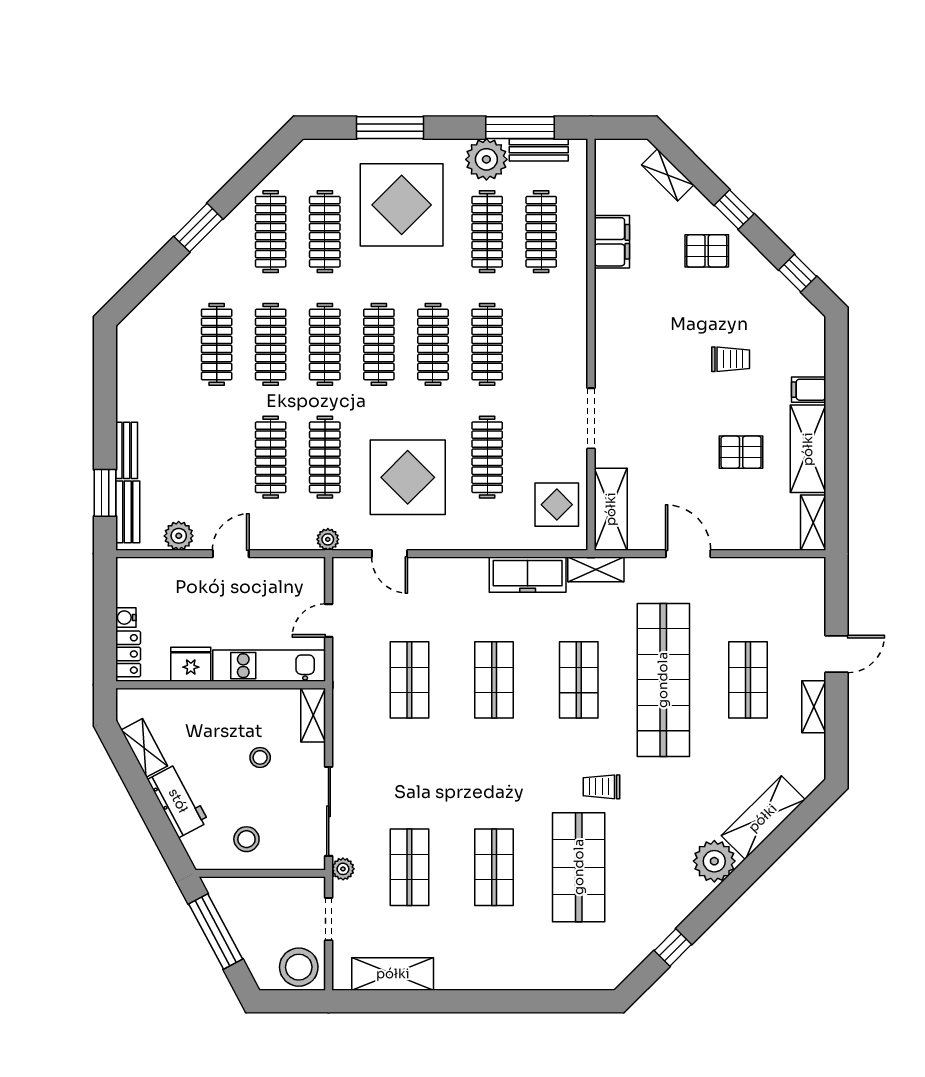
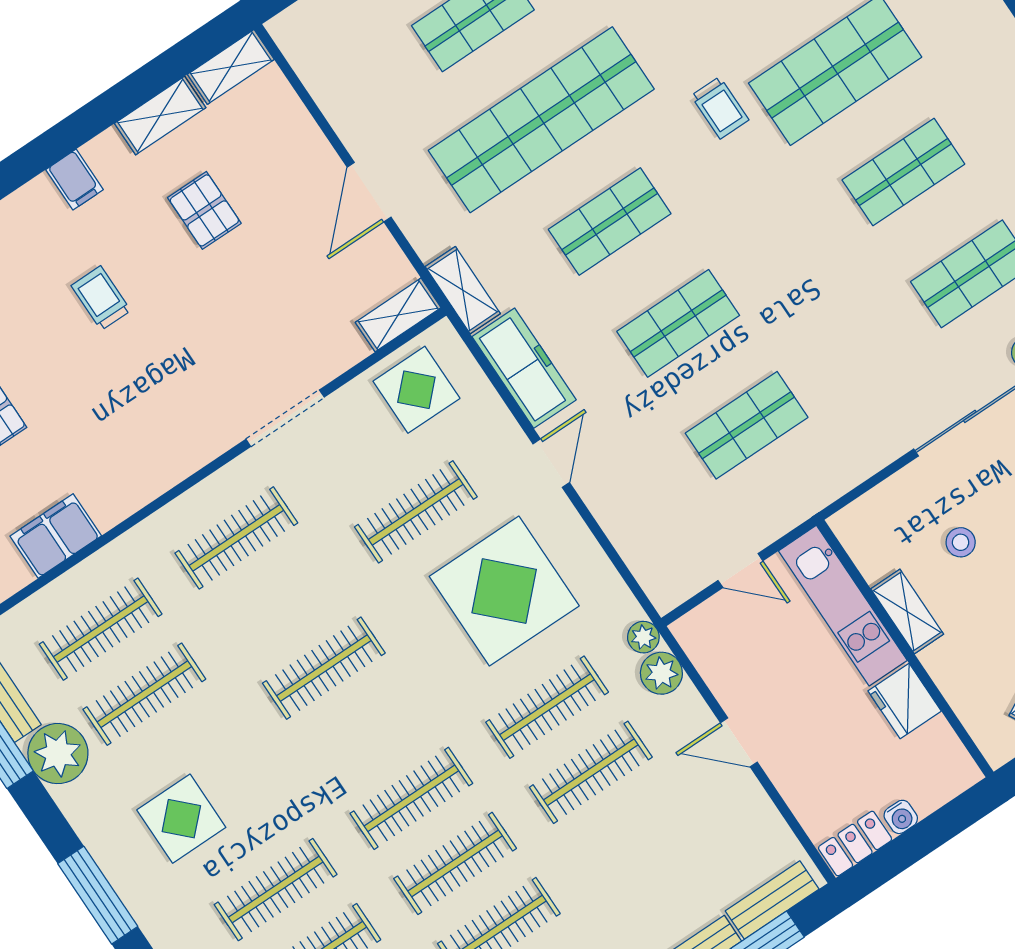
display table: (402, 205) -> (181, 819), width x0.54, depth x0.54
clothes rail: (379, 344) -> (368, 733), removed
clothes rail: (487, 344) -> (236, 538), moved
shelving: (808, 449) -> (160, 115), width x0.67, depth x0.75
shelving: (611, 509) -> (398, 315), width x0.67, depth x0.75
plant: (179, 536) -> (661, 673), moved
door: (389, 554) -> (551, 463), moved
locker: (128, 654) -> (855, 844), moved
shelving: (313, 715) -> (907, 612), moved, turned 90

